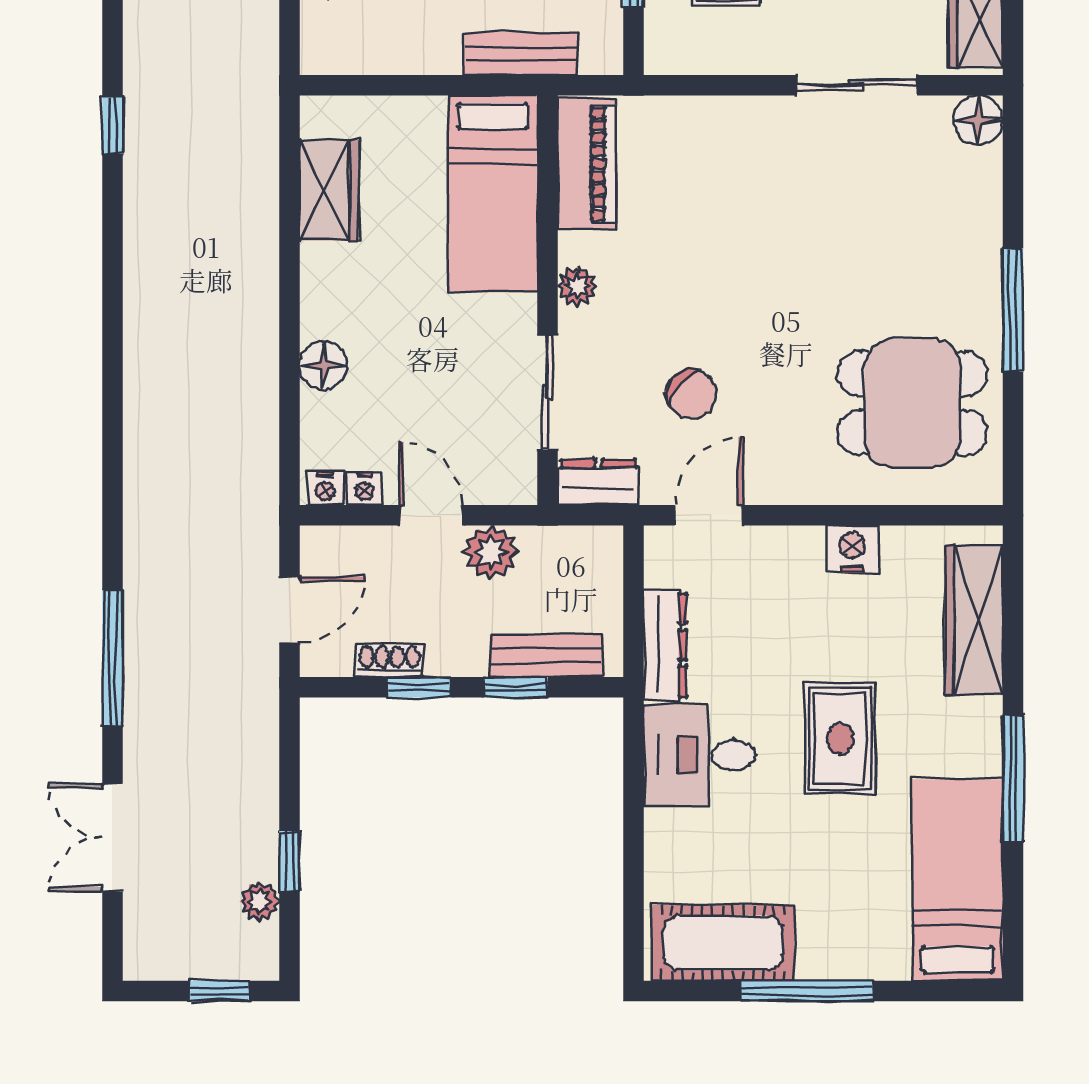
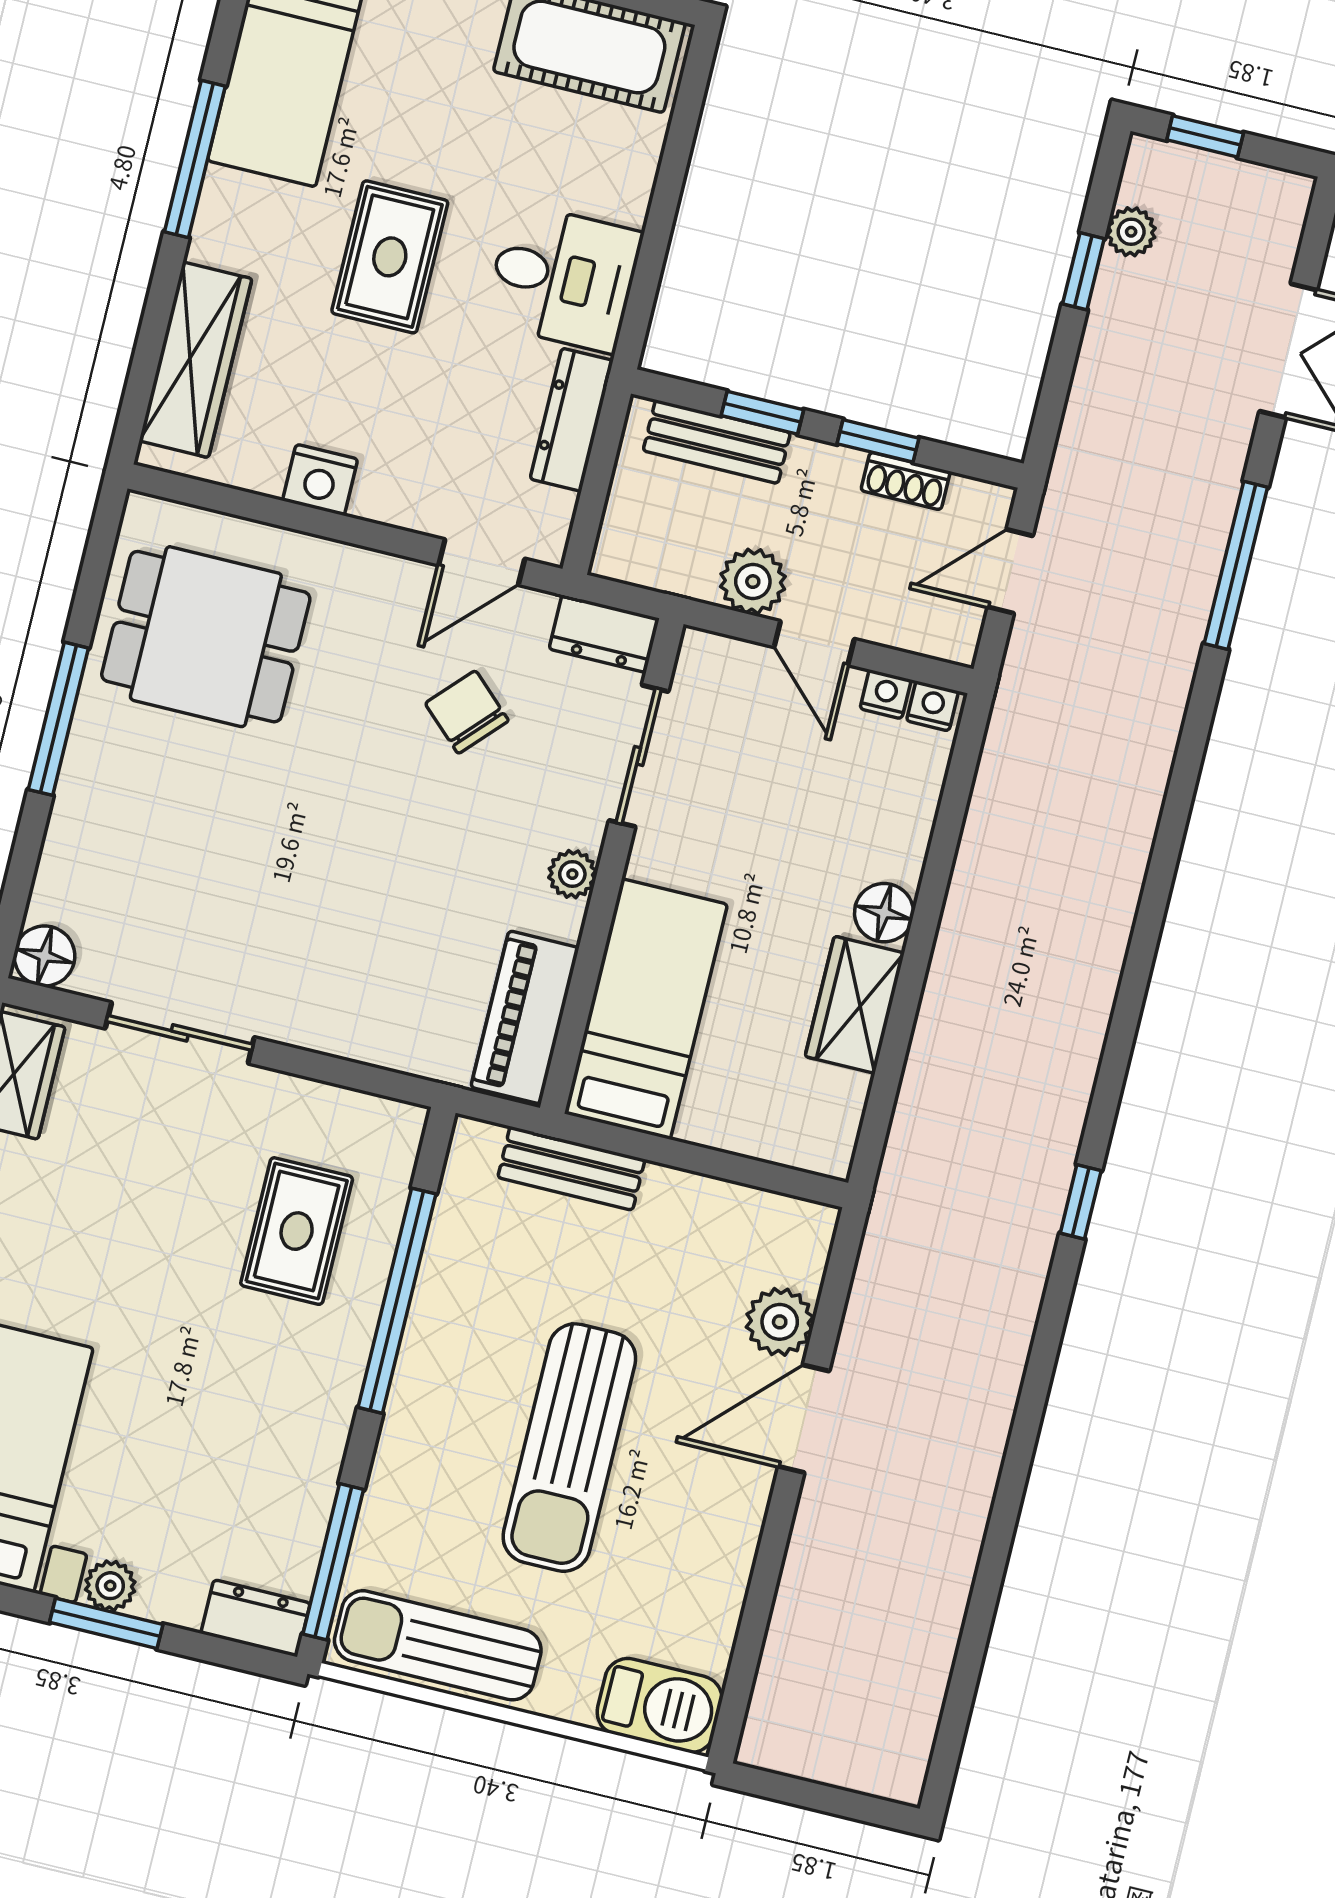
wardrobe: (329, 190) -> (855, 1005), moved
floor lamp: (324, 365) -> (884, 913), moved

